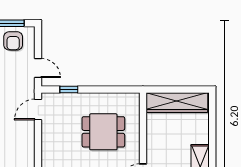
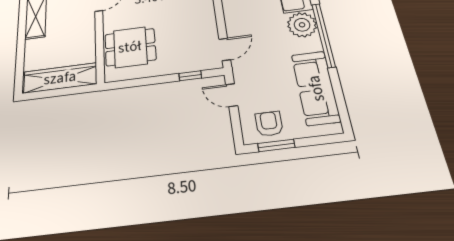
dining table: (103, 132) -> (130, 47), moved

